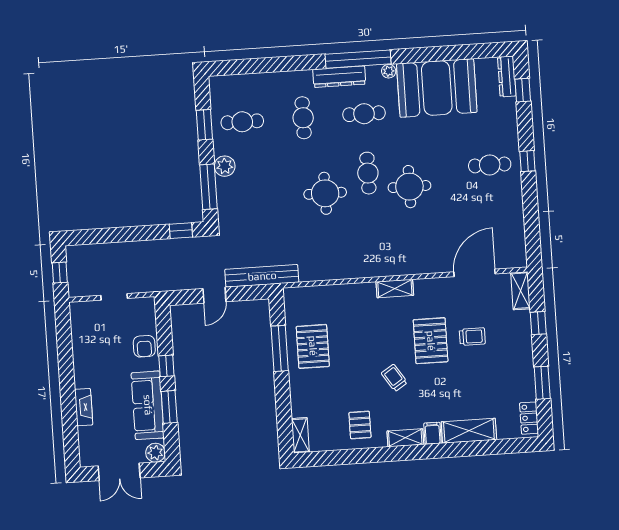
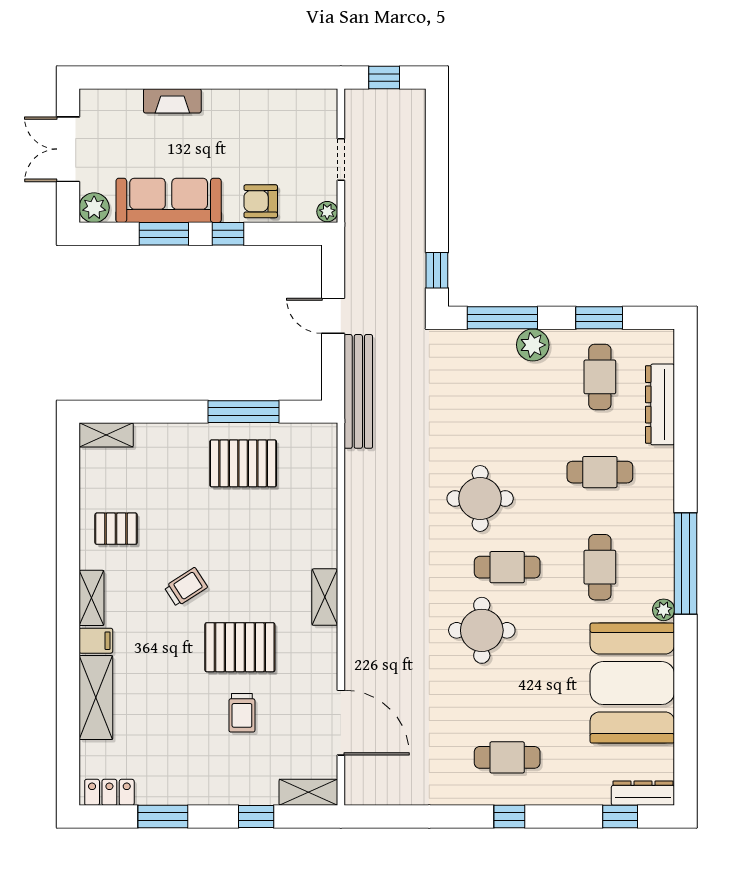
dresser: (339, 77) -> (660, 404), moved
cafe table: (490, 165) -> (507, 757), turned 90
plant: (148, 303) -> (327, 212), added

